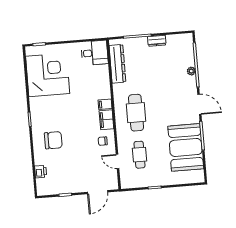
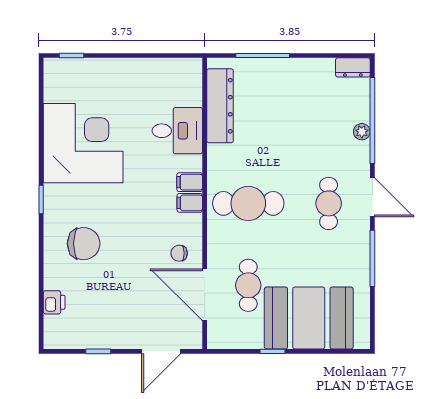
dresser: (157, 41) -> (353, 67), moved
desk: (94, 53) -> (177, 131), moved
corner desk: (48, 75) -> (83, 143), moved
cafe table: (177, 109) -> (329, 203), added
cafe table: (136, 113) -> (248, 203), turned 90
filing cabinet: (106, 120) -> (190, 203), width x0.50
booth: (186, 147) -> (309, 318), moved, turned 90
door: (117, 161) -> (205, 295), width x1.88

